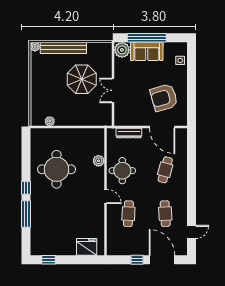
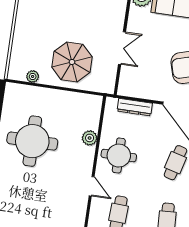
parasol: (82, 79) -> (72, 62), moved
double door: (113, 90) -> (122, 48), swing flipped

